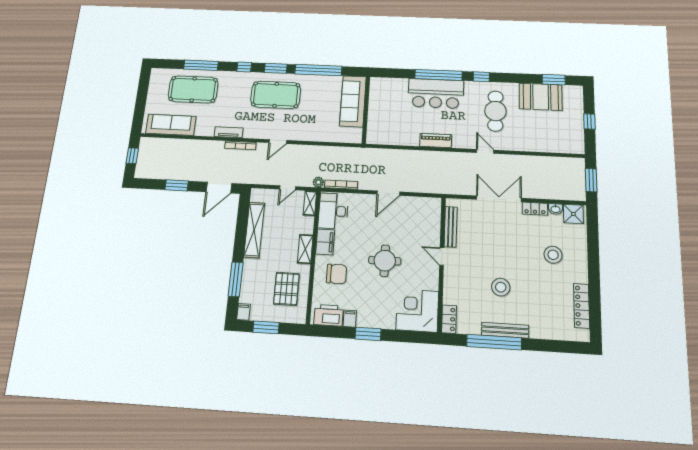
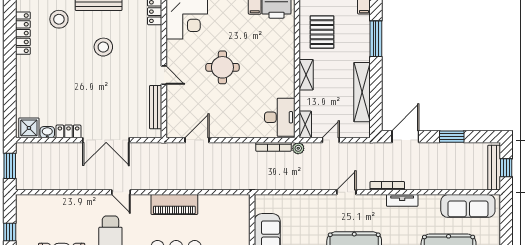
piano: (436, 141) -> (174, 204), width x1.37, depth x1.33
bench: (143, 156) -> (494, 168), added
door: (388, 193) -> (197, 140), moved
filing cabinet: (325, 242) -> (286, 83), removed
stool: (553, 255) -> (59, 19), moved
chair: (337, 274) -> (271, 51), removed

